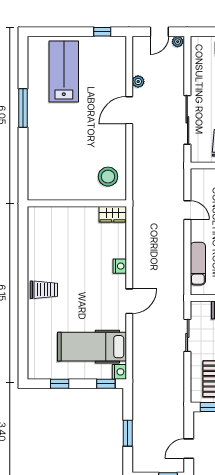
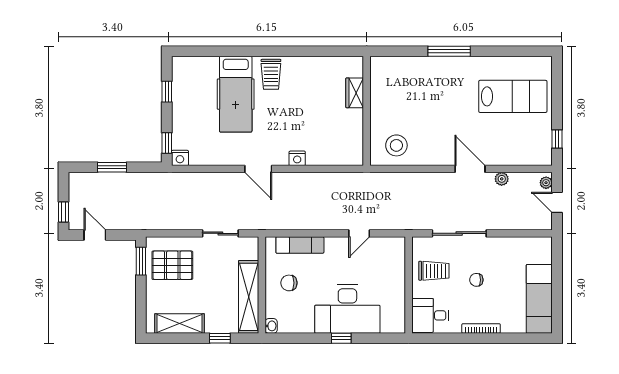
plant: (178, 42) -> (546, 183), moved
window: (23, 108) -> (449, 51), moved
wardrobe: (113, 214) -> (355, 93), moved
hospital bed: (92, 347) -> (236, 94), moved, turned 180

